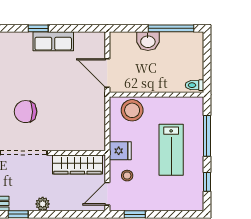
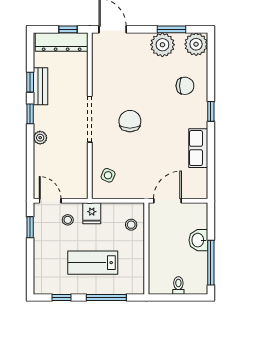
window: (38, 28) -> (211, 111), moved
toilet: (195, 85) -> (178, 285), moved
stool: (132, 110) -> (131, 225), width x0.53, depth x0.53
side table: (81, 134) -> (108, 175), added
wardrobe: (77, 165) -> (78, 172), removed

